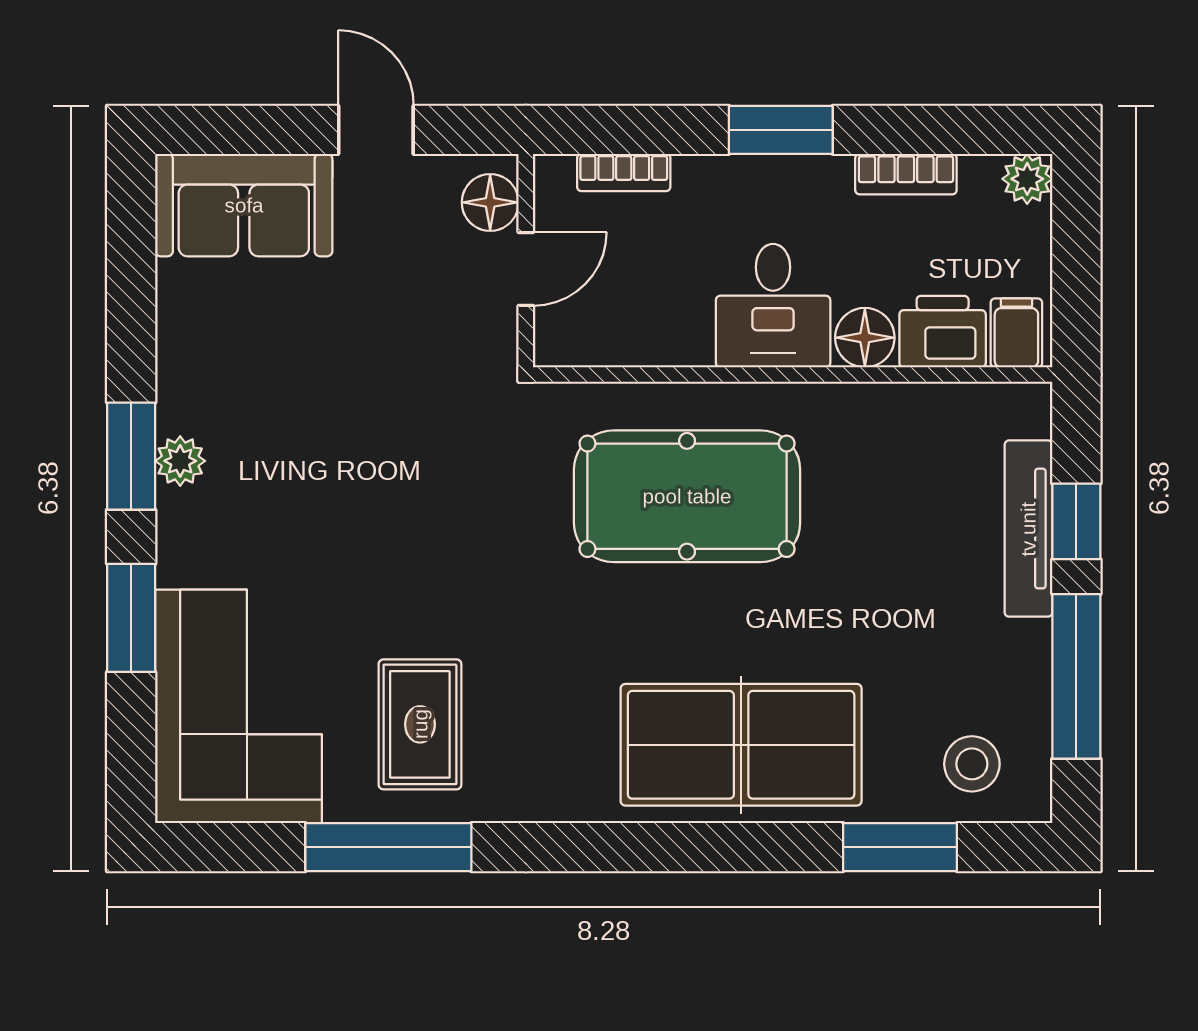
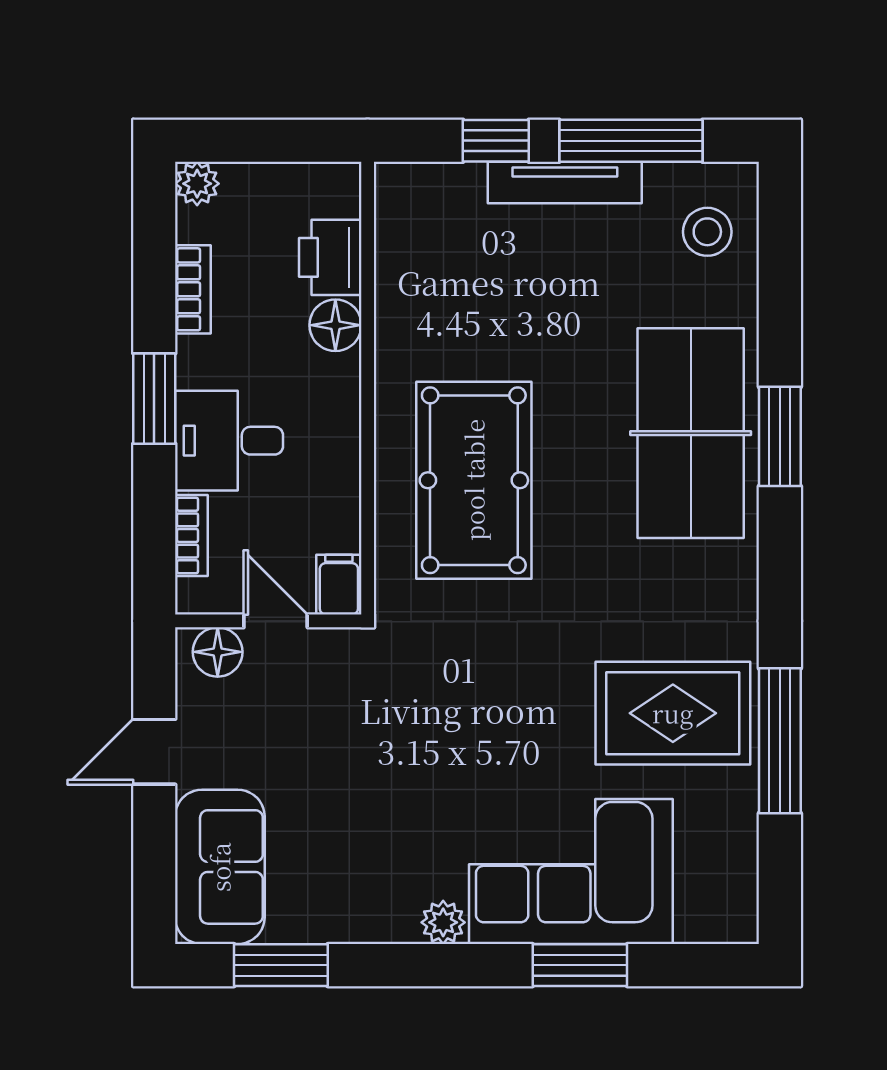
desk: (773, 306) -> (229, 441), moved, turned 180
filing cabinet: (1016, 333) -> (339, 585), moved, turned 90
window: (131, 456) -> (281, 965), moved
tv unit: (1028, 529) -> (565, 182), moved
corner sofa: (238, 706) -> (571, 872), moved
rug: (420, 724) -> (673, 713), width x1.36, depth x1.43
window: (900, 847) -> (780, 436), moved

